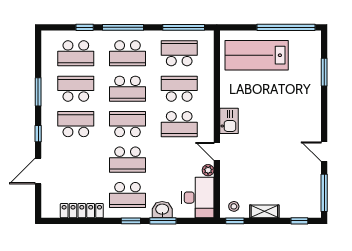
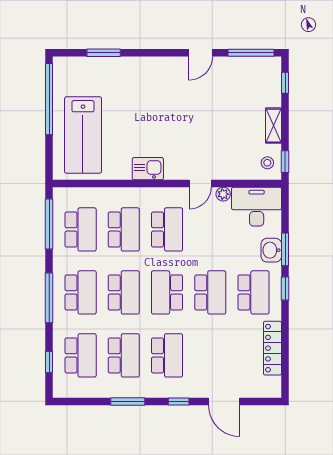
window: (85, 27) -> (49, 362), moved
school desk: (179, 53) -> (81, 229), turned 180
school desk: (76, 89) -> (124, 355), turned 180
school desk: (179, 89) -> (124, 229), turned 180
kitchen sink: (229, 121) -> (148, 169), moved
school desk: (76, 124) -> (167, 355), turned 180

